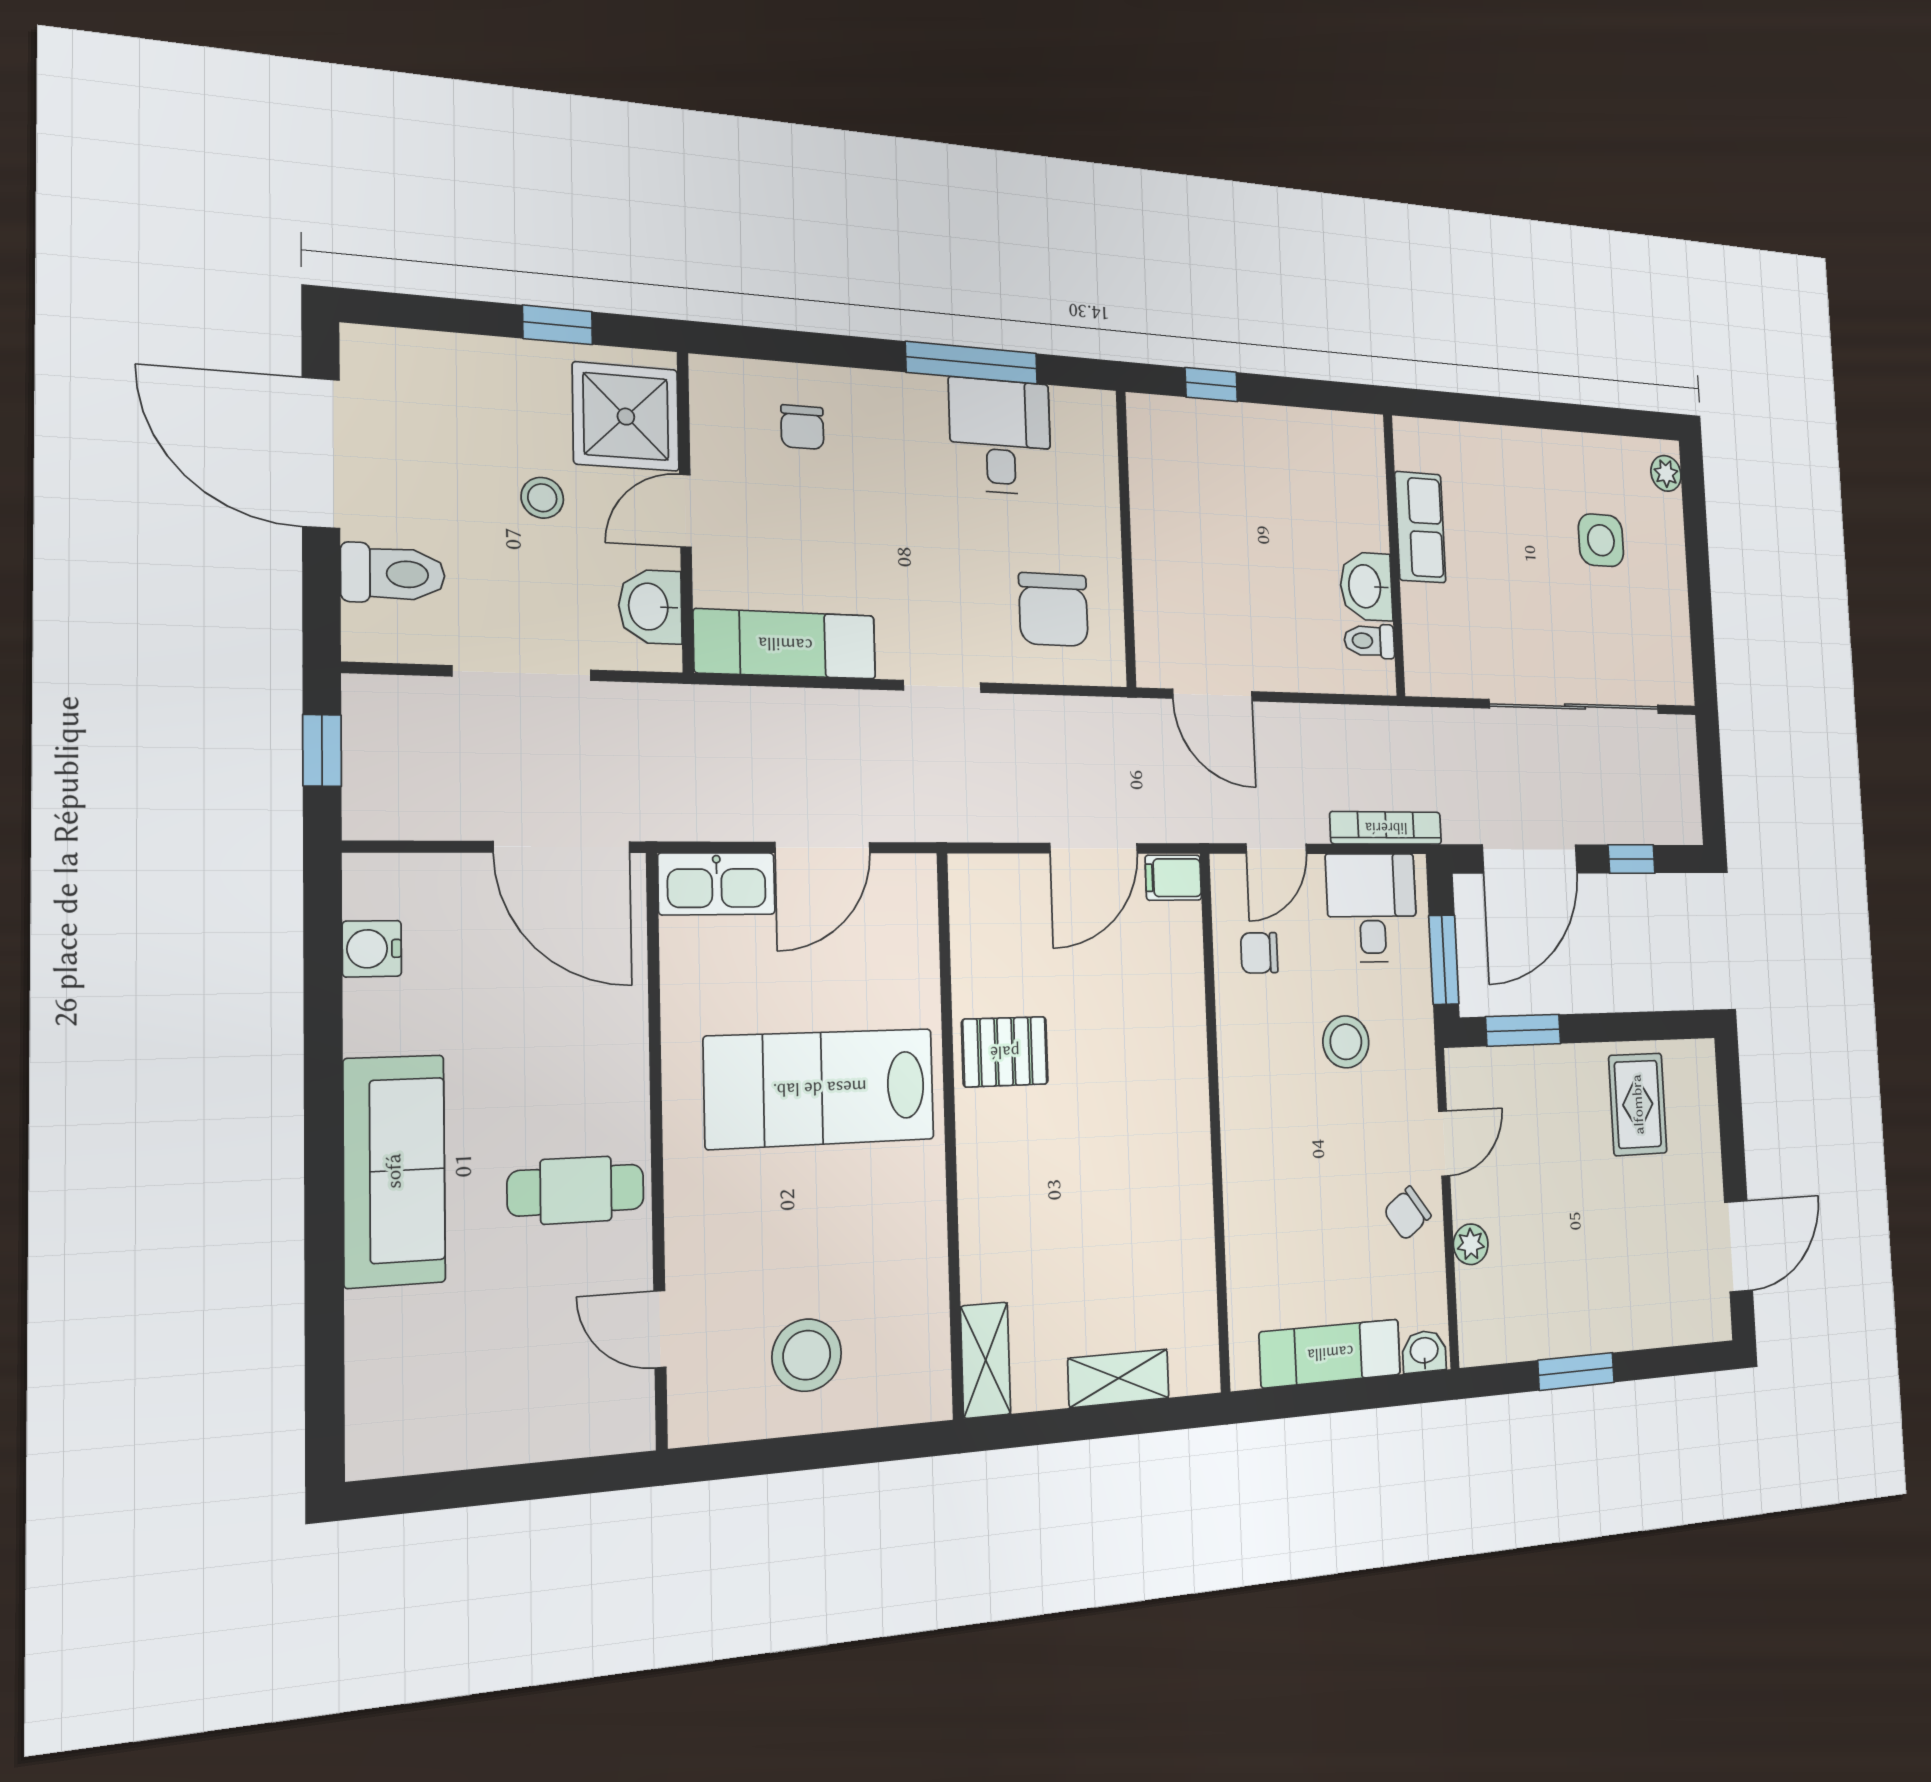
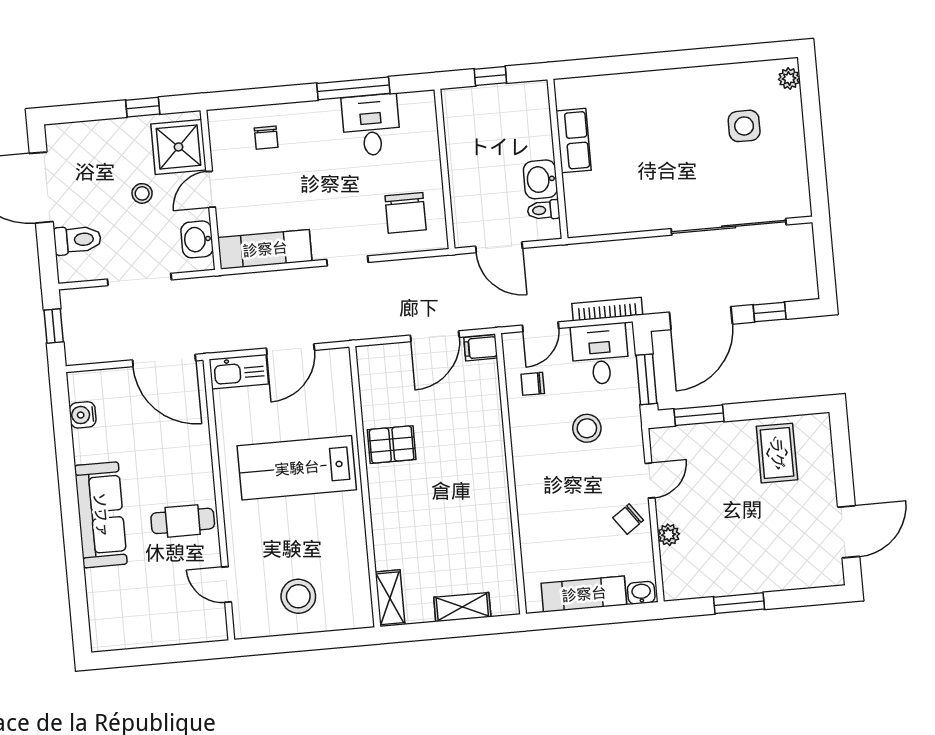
row of seats: (1420, 527) -> (574, 141), moved
wall: (1394, 555) -> (557, 159), moved
washbasin: (1366, 586) -> (540, 179), moved
toilet: (1369, 641) -> (544, 210), moved

